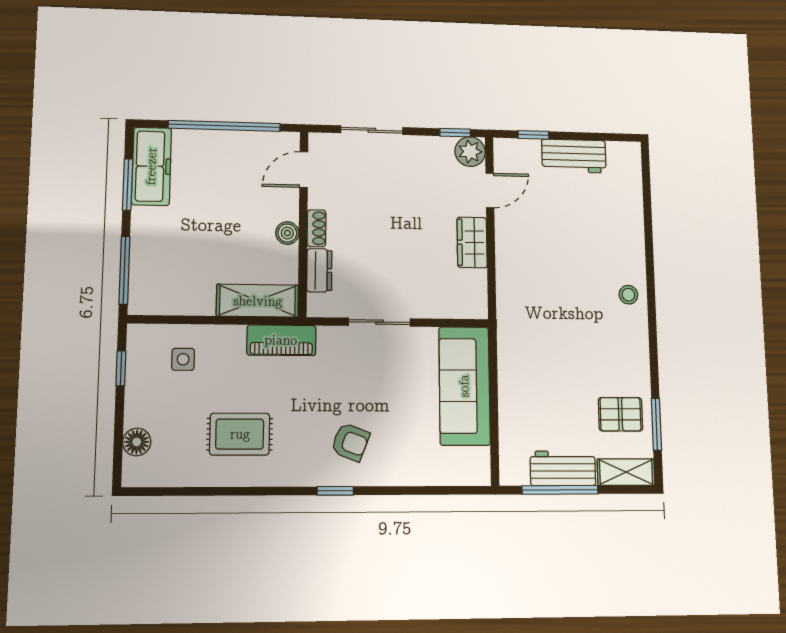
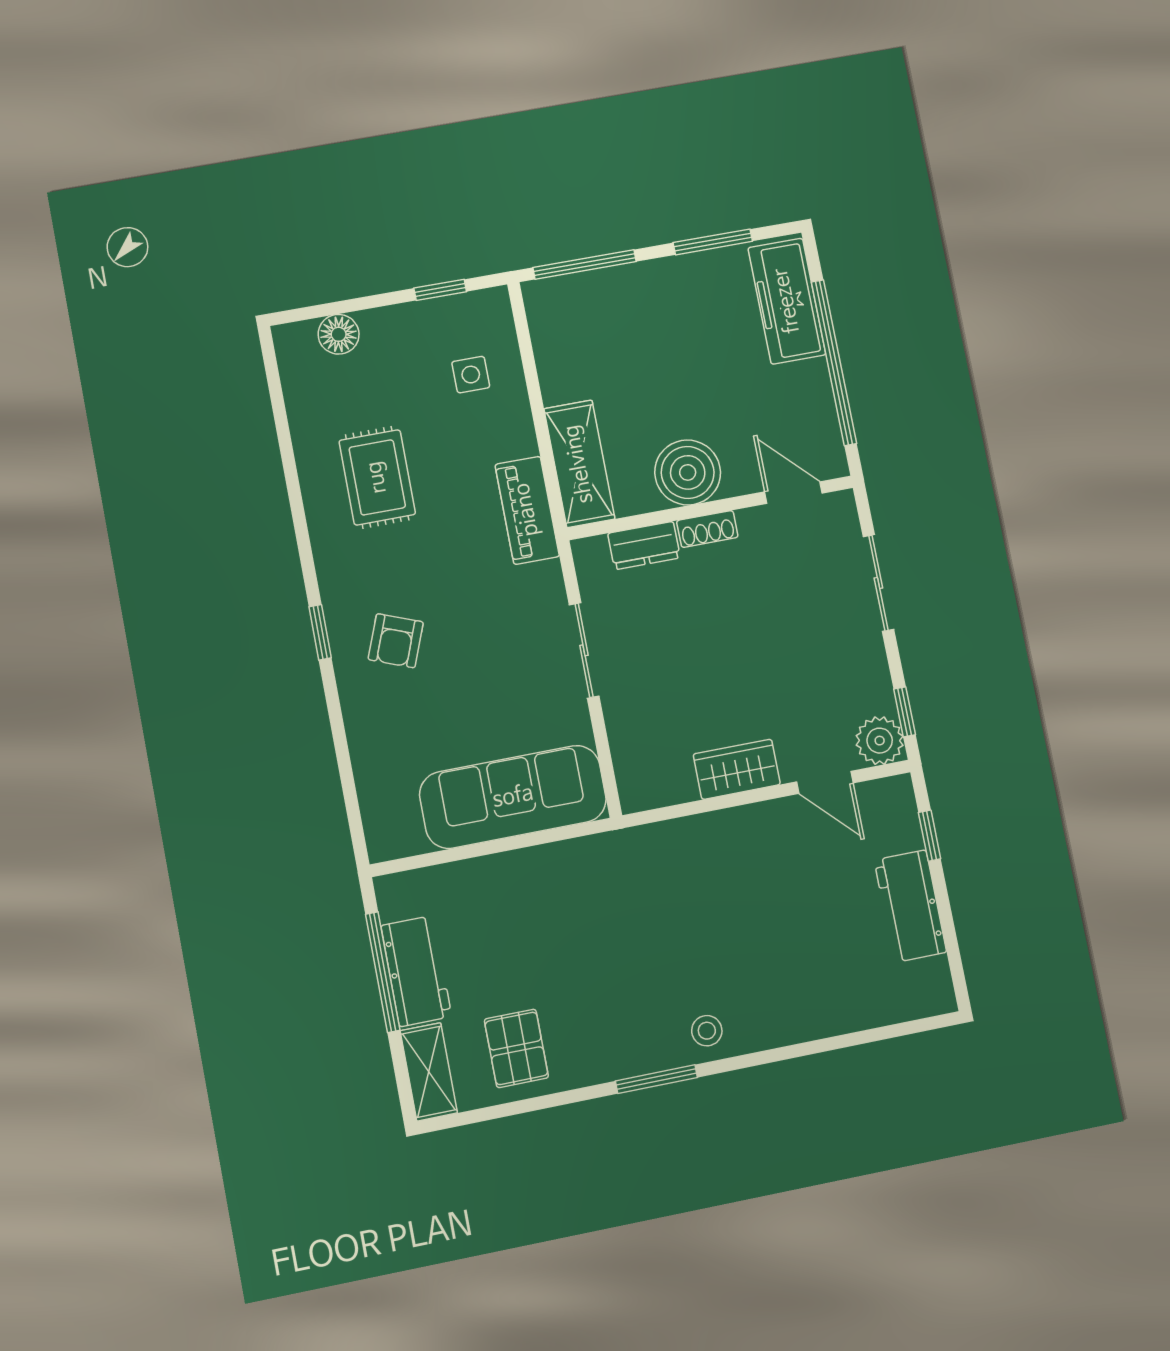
freezer: (151, 166) -> (787, 301), moved, turned 90
boiler: (287, 233) -> (688, 472), width x1.86, depth x1.86
window: (656, 424) -> (656, 1079), moved

